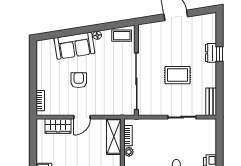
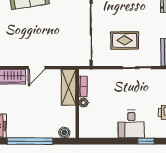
rug: (177, 75) -> (125, 40), moved
armchair: (79, 80) -> (33, 31), removed

